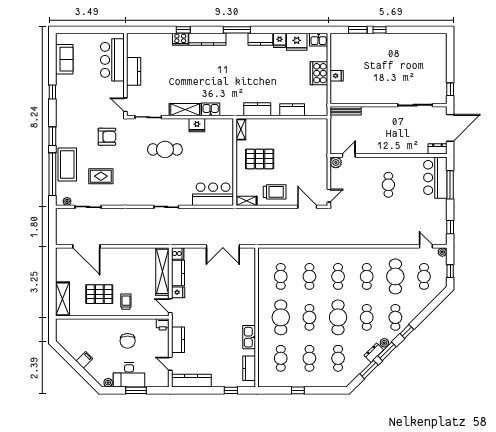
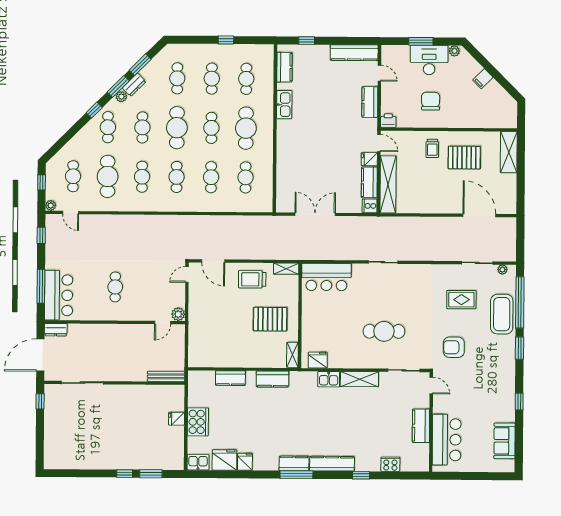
cooker: (180, 39) -> (390, 464), moved
kitchen counter: (260, 39) -> (294, 463), moved
fridge: (197, 125) -> (318, 360), moved

